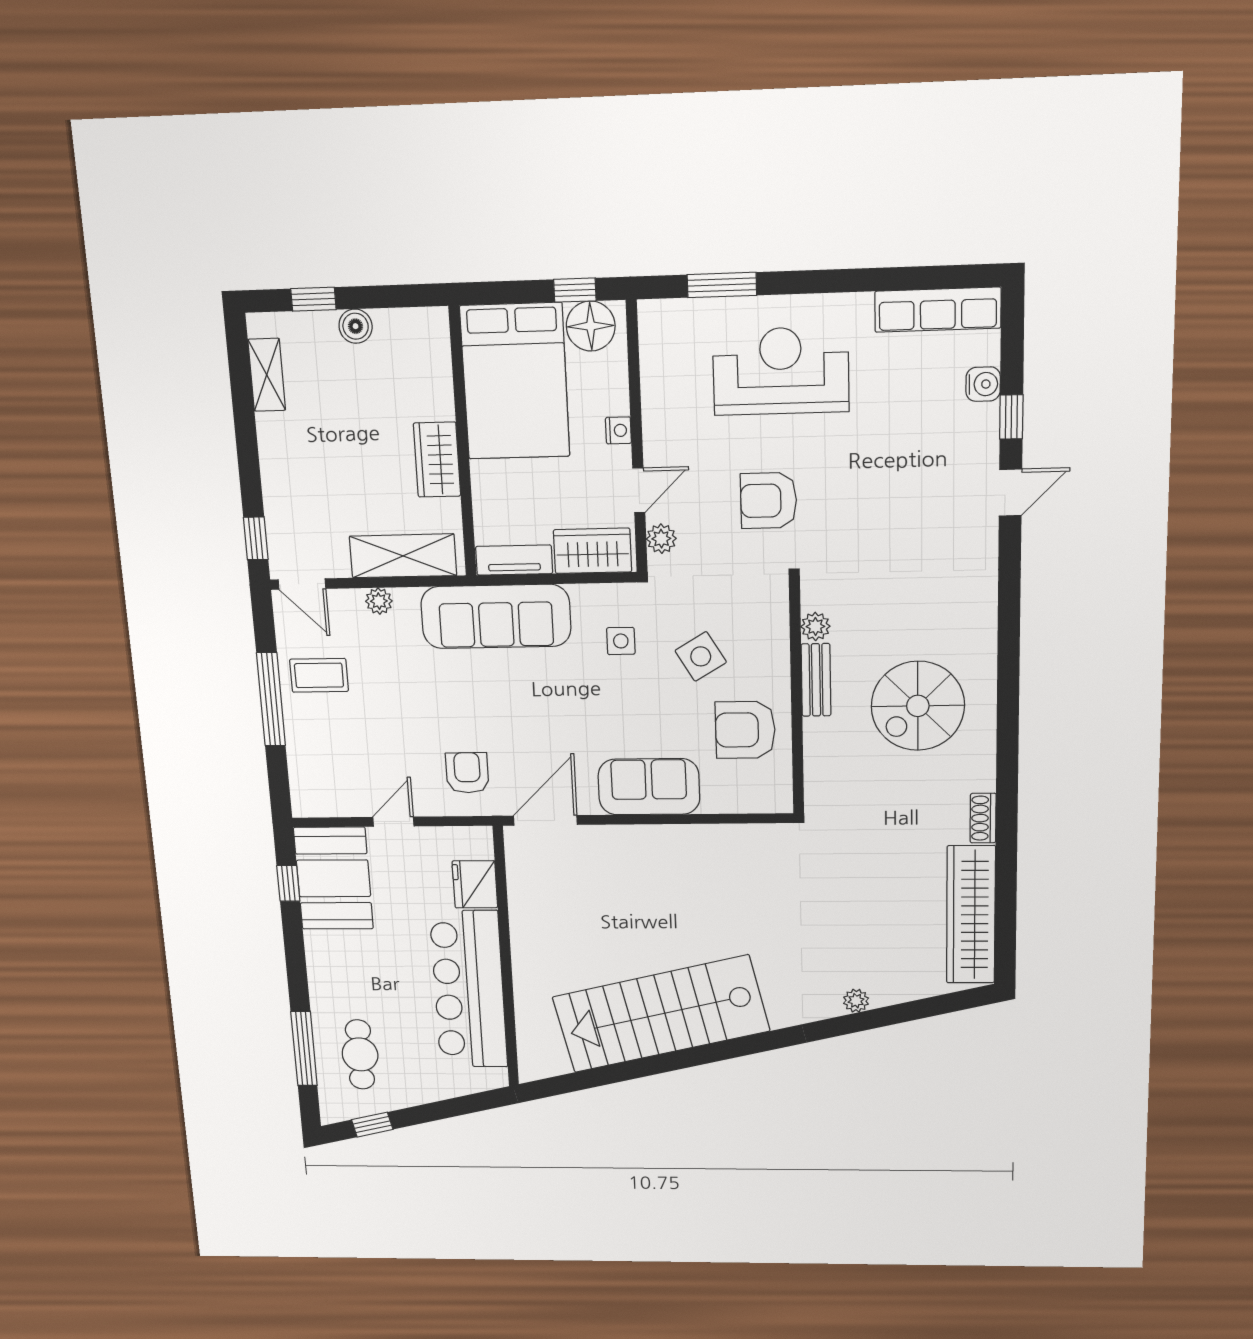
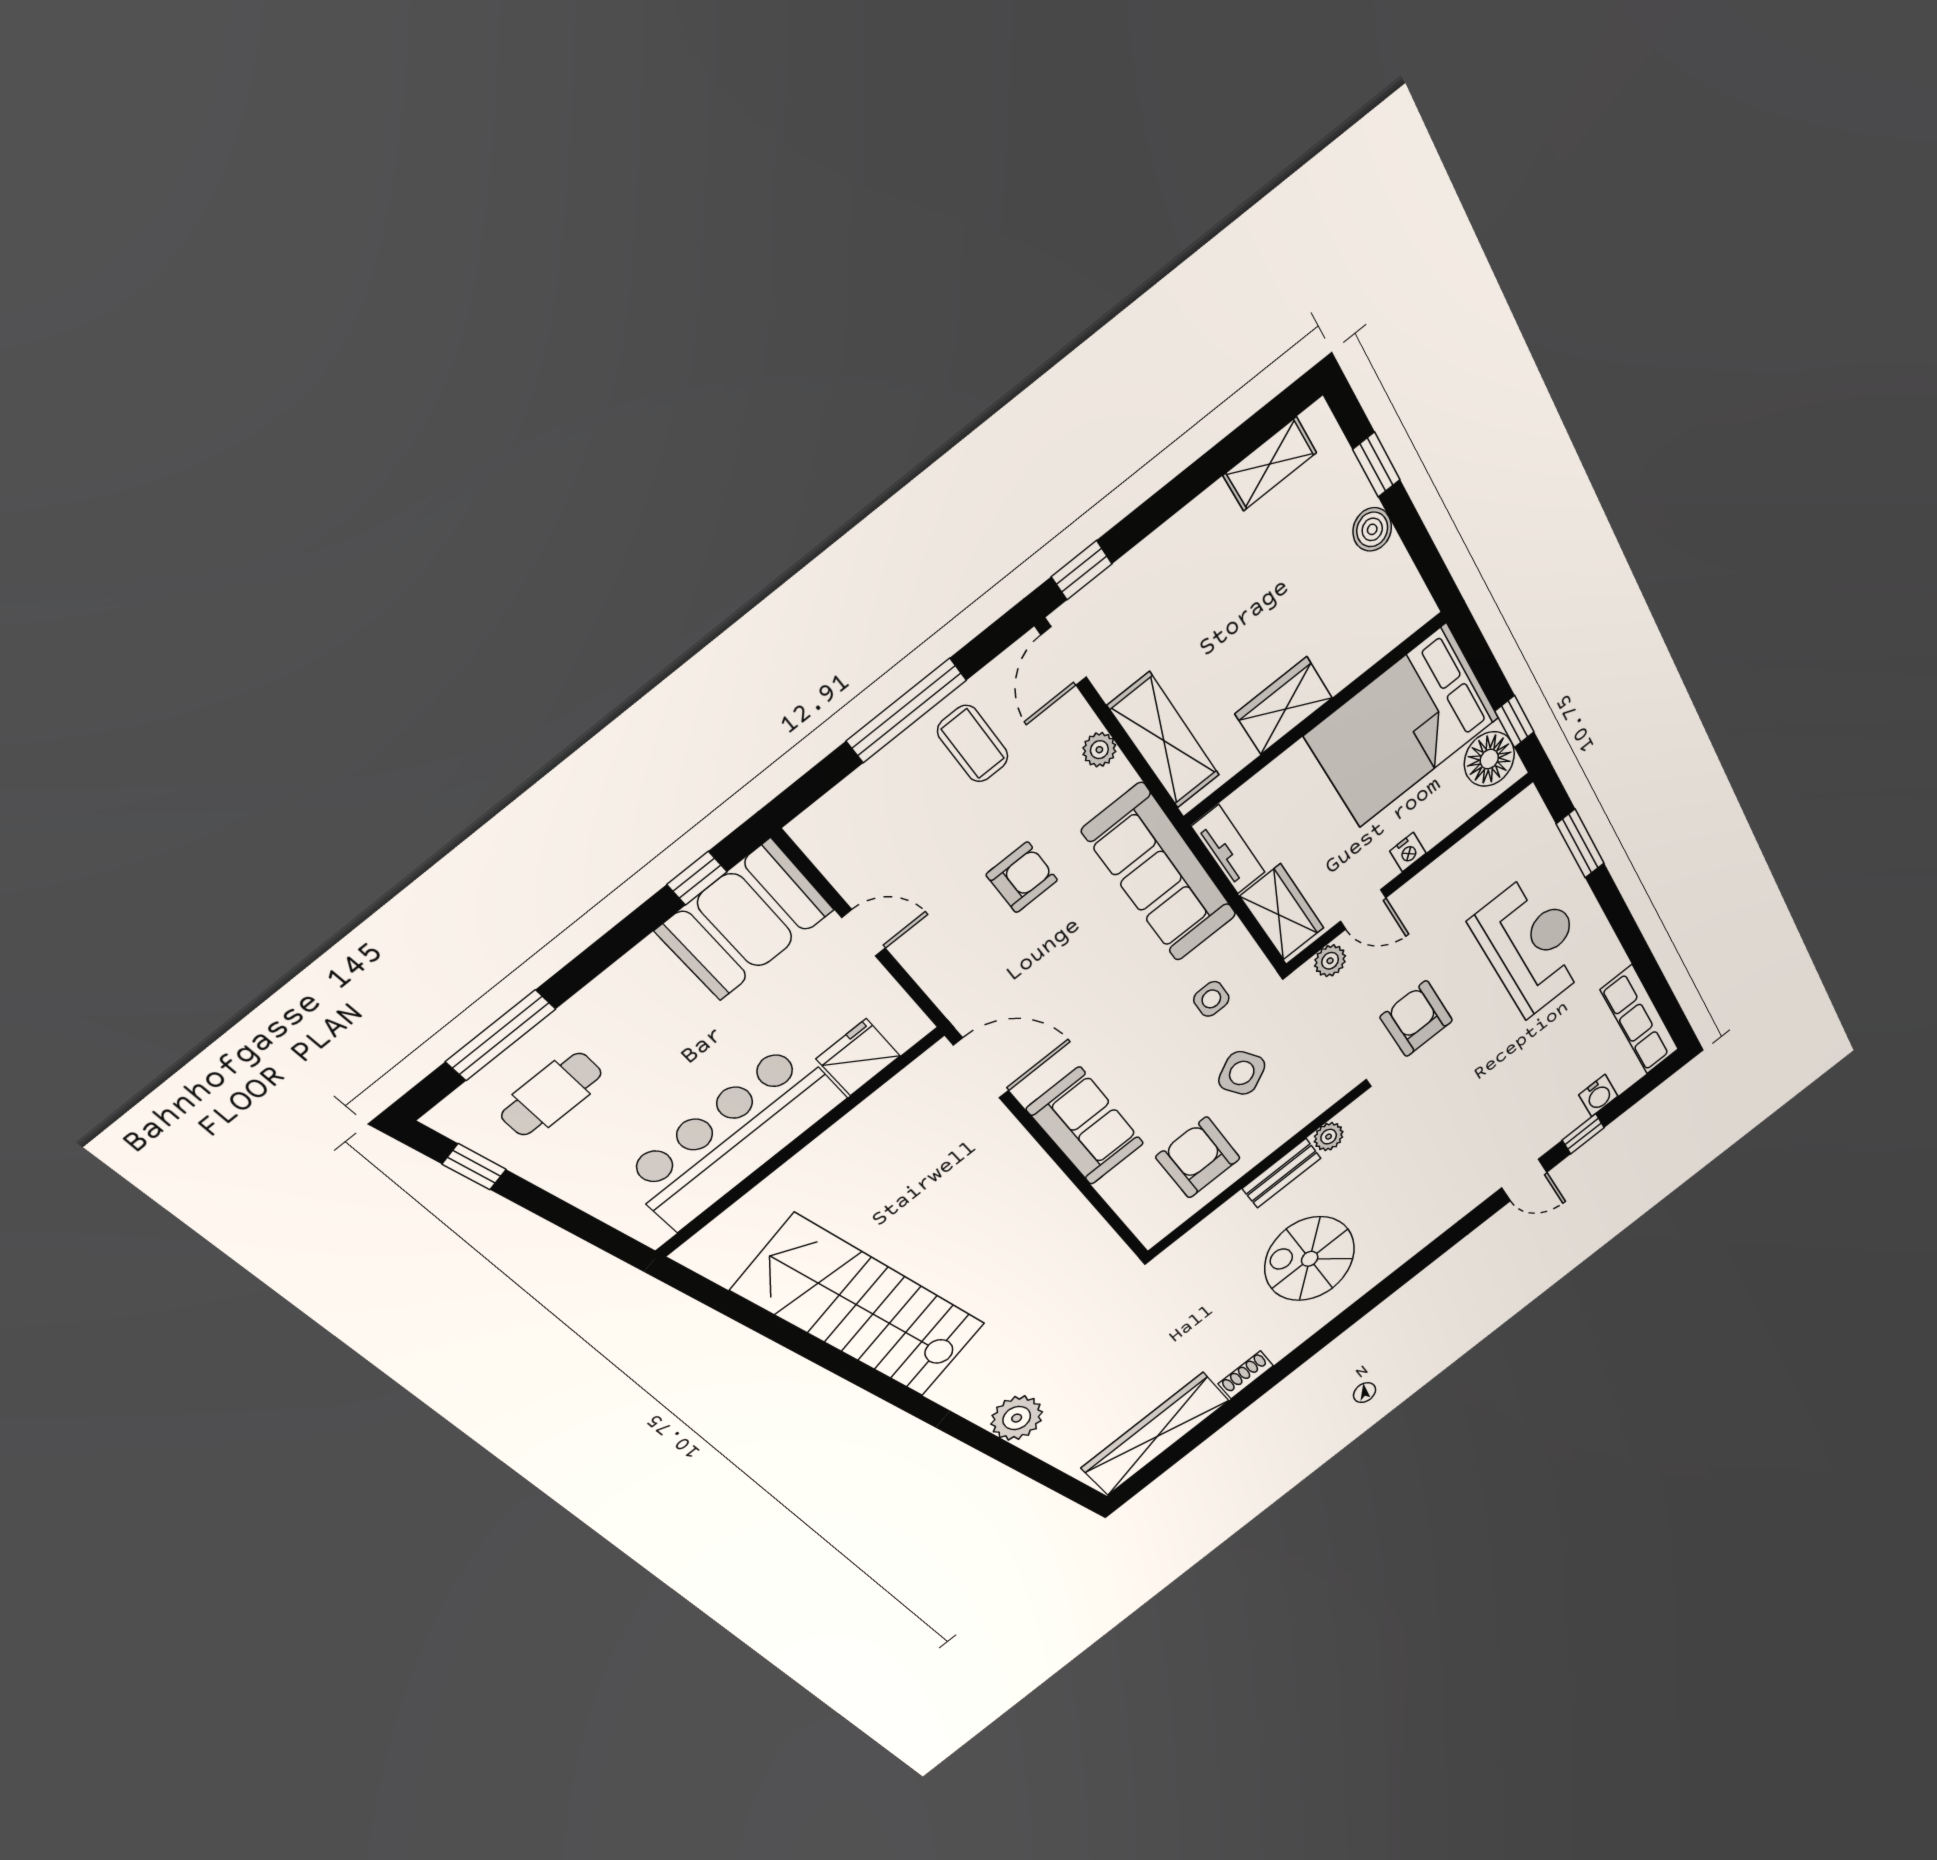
armchair: (467, 773) -> (1022, 877), moved
plant: (856, 1001) -> (1017, 1418), width x1.88, depth x1.88

